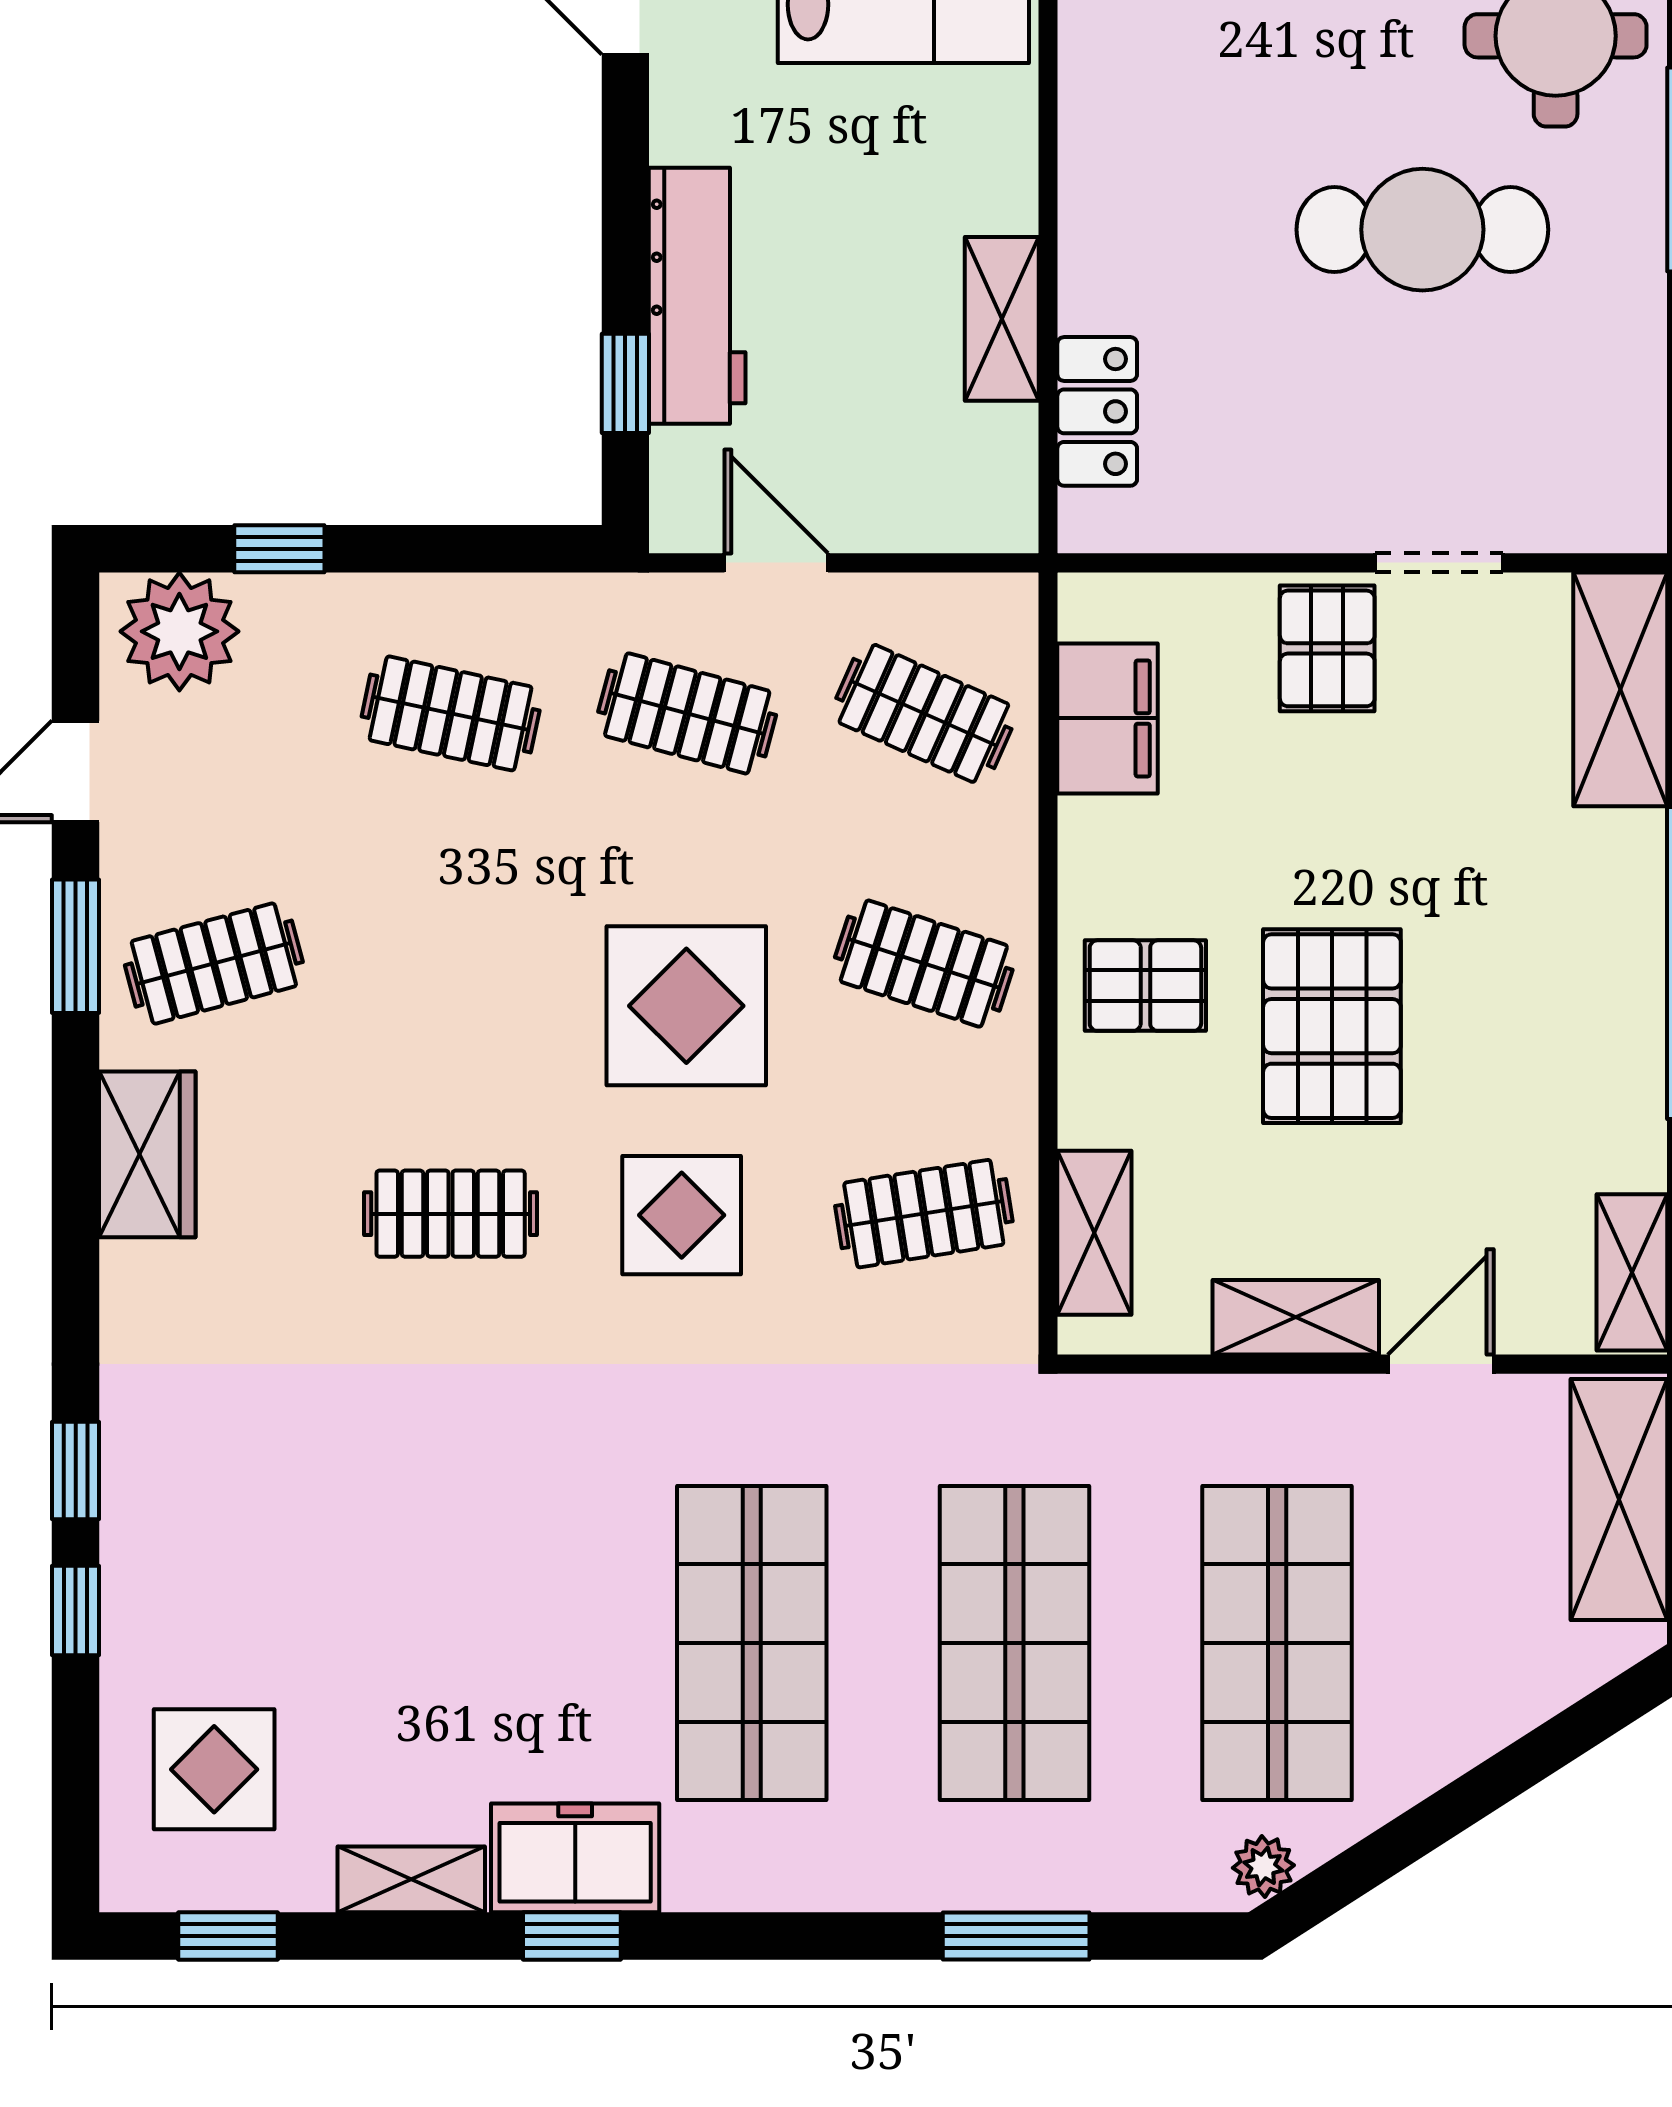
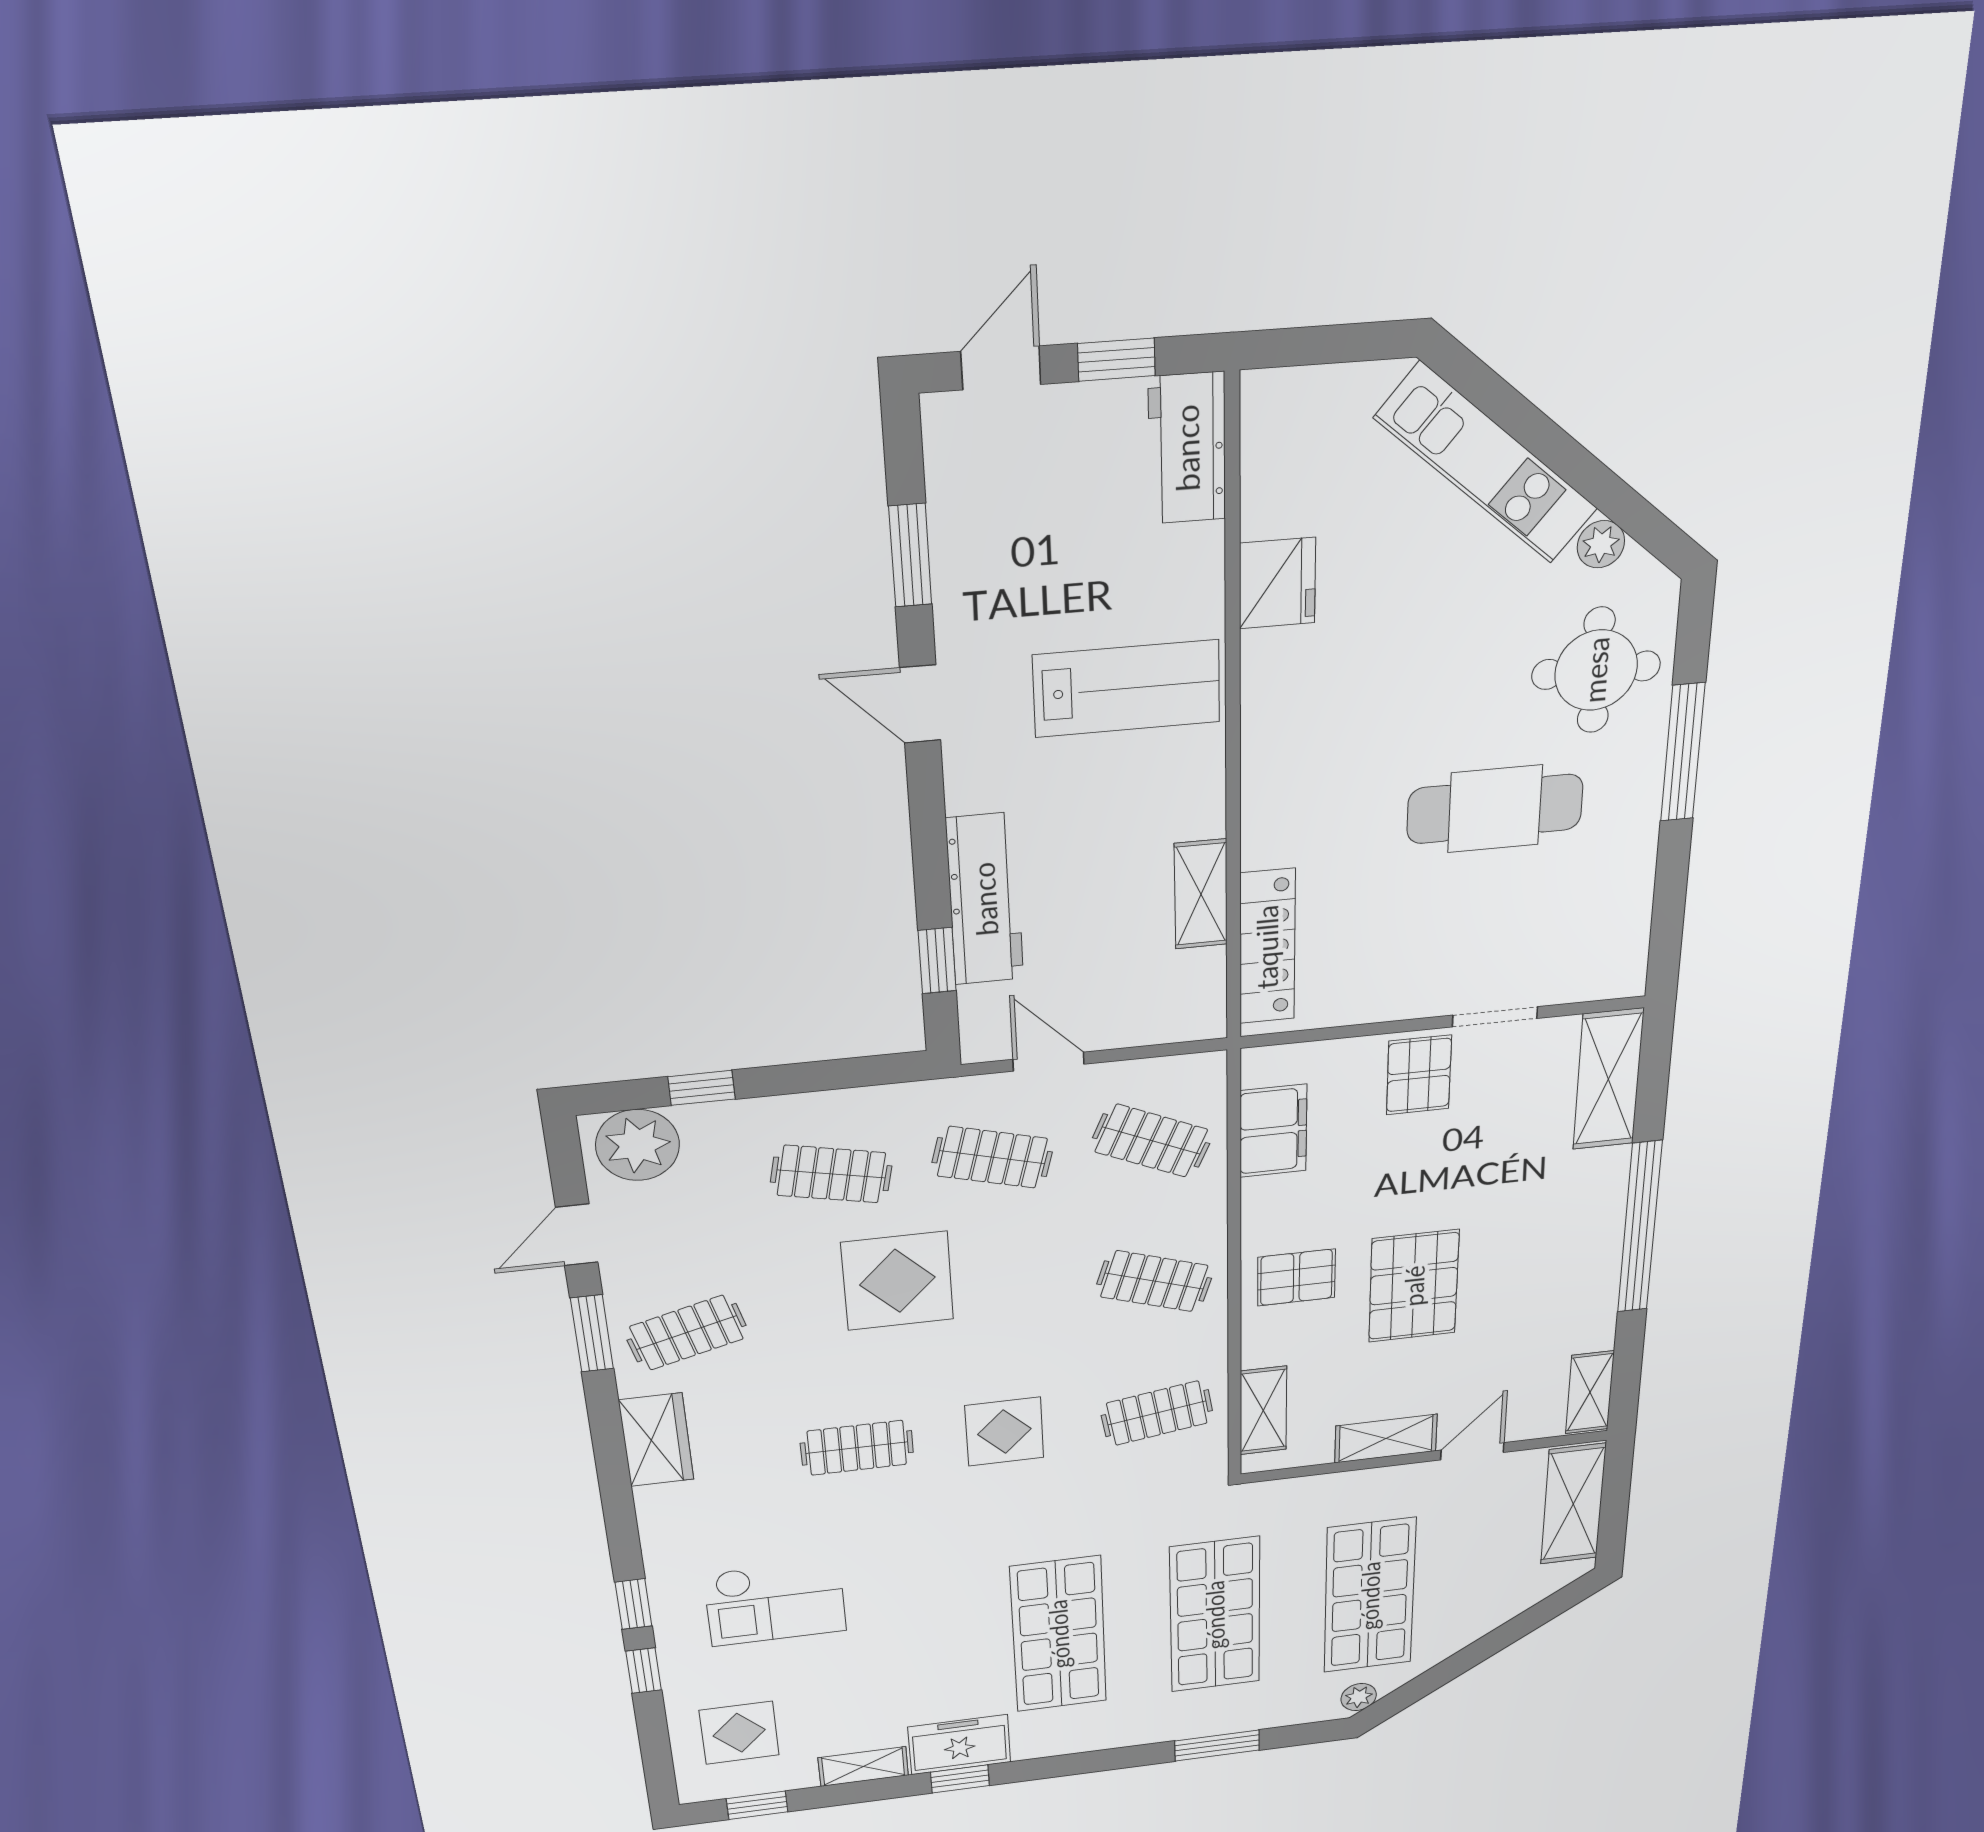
locker: (1097, 411) -> (1267, 947), width x1.53
display table: (686, 1006) -> (897, 1281), moved
checkout: (298, 1502) -> (775, 1602), added

